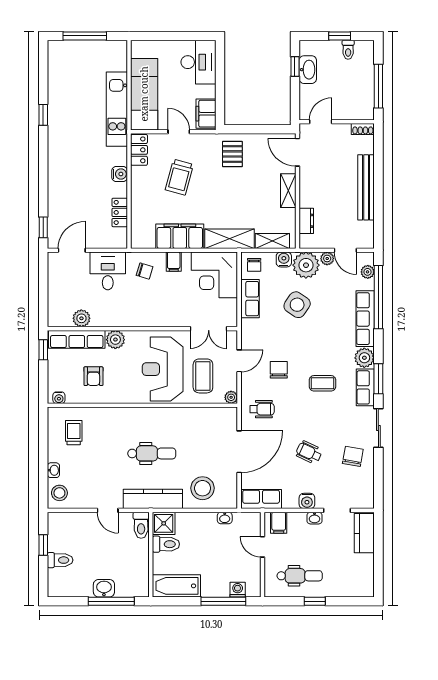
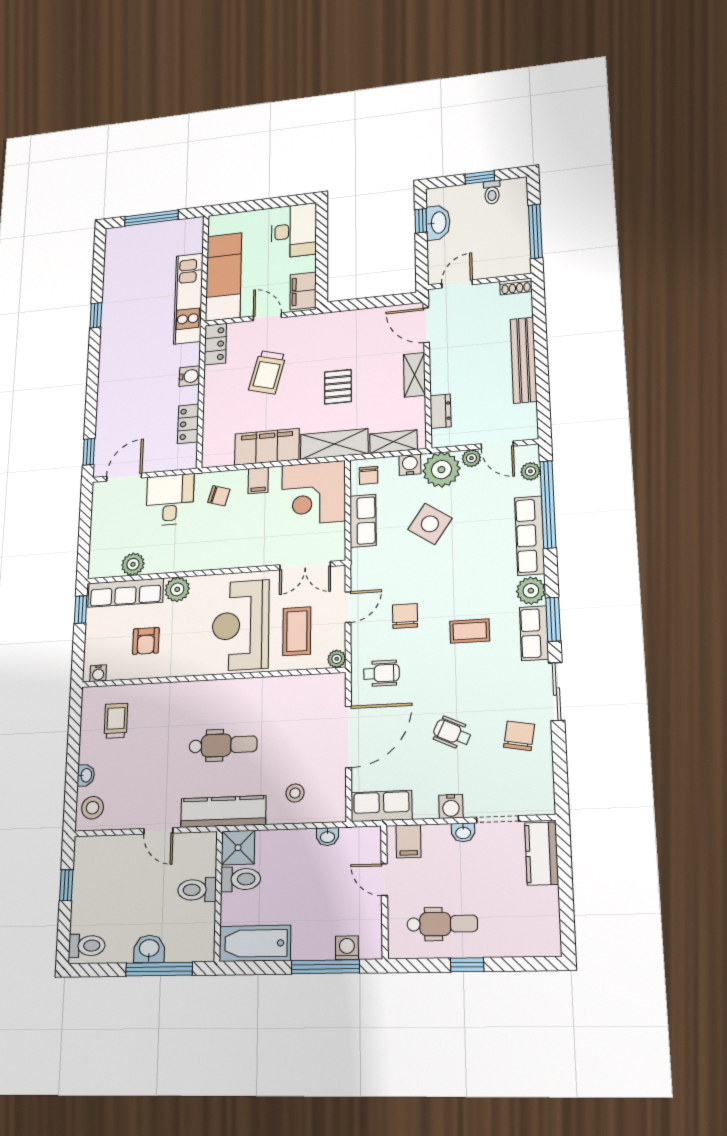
pallet: (232, 154) -> (338, 387), moved
stool: (203, 488) -> (295, 793), width x0.53, depth x0.53
toilet: (141, 525) -> (197, 890), moved, turned 90
toilet: (60, 560) -> (87, 946), moved

